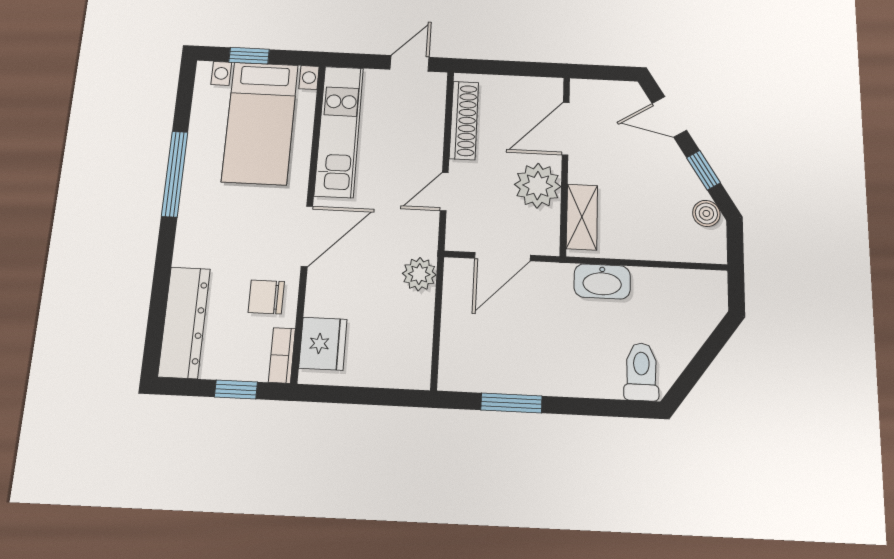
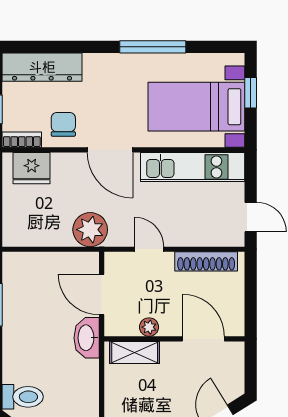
plant: (538, 186) -> (149, 327), width x0.53, depth x0.53
plant: (419, 274) -> (90, 230), width x1.36, depth x1.36
washbasin: (602, 281) -> (87, 338), moved

